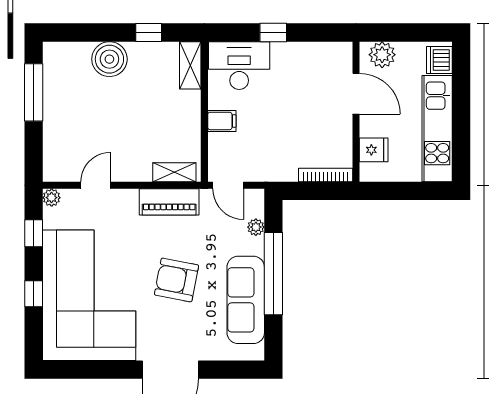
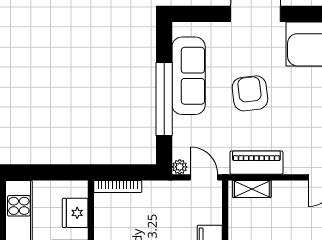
fridge: (374, 150) -> (75, 213), width x1.38
plant: (256, 227) -> (180, 167), moved
armchair: (177, 280) -> (250, 93), turned -108

